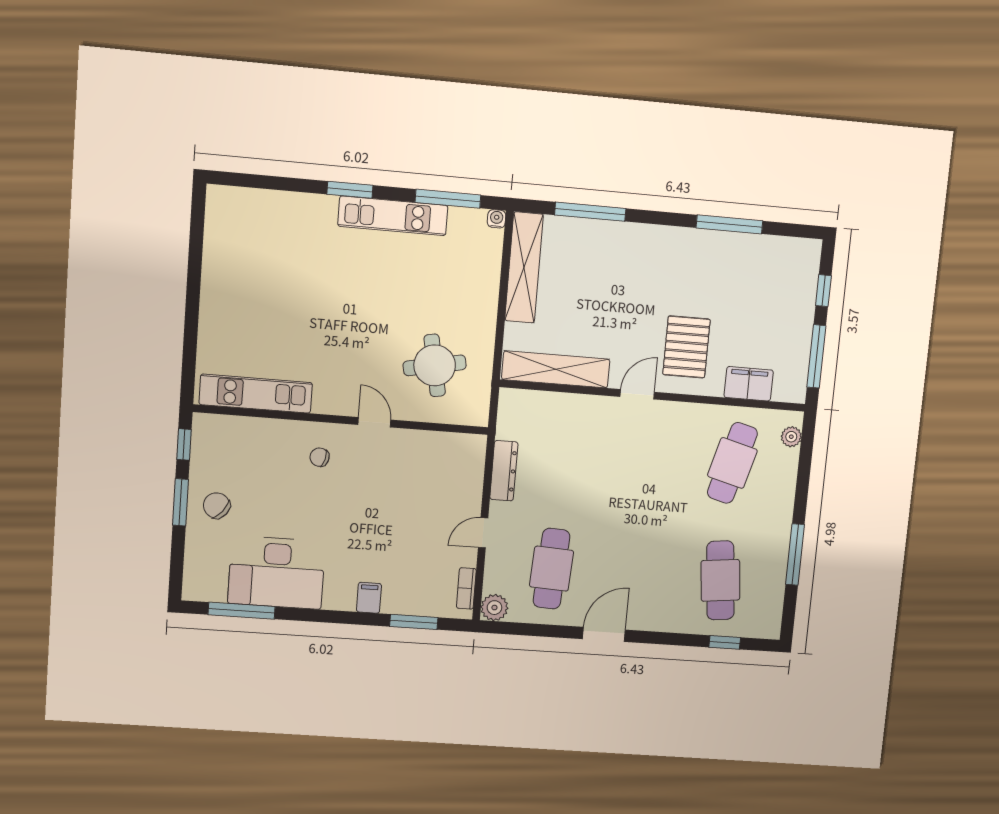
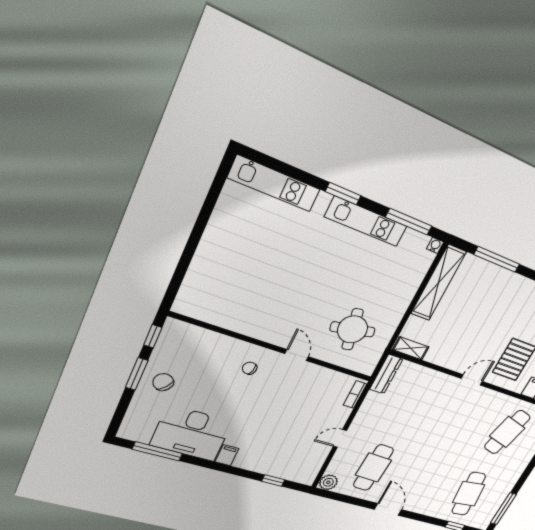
shelving: (556, 369) -> (411, 348), width x0.45, depth x0.75
kitchen unit: (256, 394) -> (274, 184), moved, turned 180
dresser: (504, 471) -> (386, 374), moved
window: (795, 555) -> (503, 509), moved
bookcase: (466, 588) -> (355, 395), moved
filing cabinet: (369, 598) -> (227, 455), moved
window: (414, 622) -> (273, 481), width x0.67
door: (604, 634) -> (388, 509), hinge flipped

